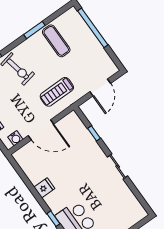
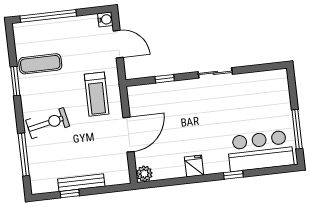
water cooler: (15, 138) -> (105, 19), moved
plant: (20, 156) -> (144, 174), added

